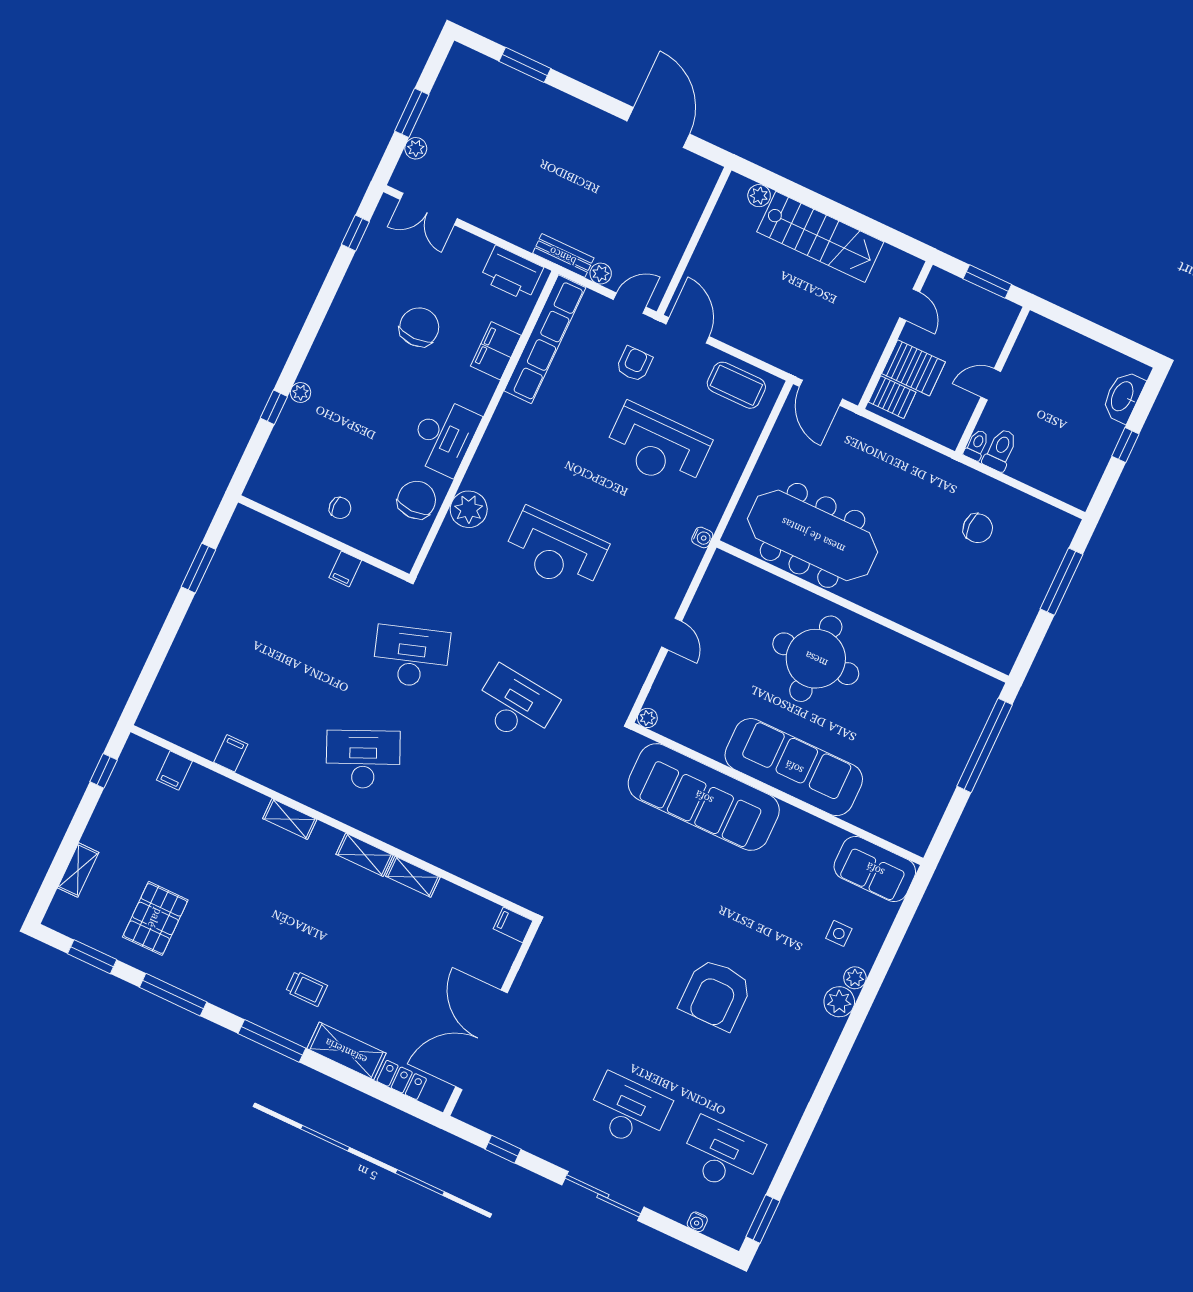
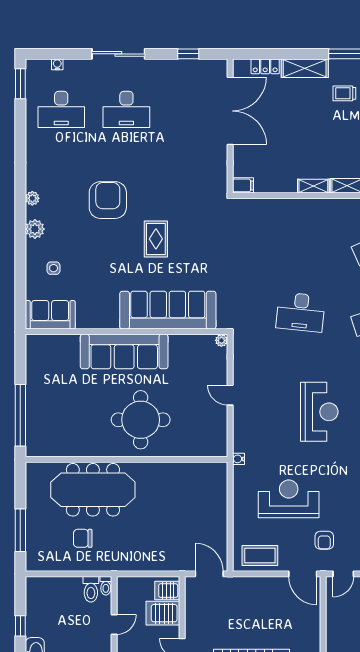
meeting table: (813, 535) -> (93, 490), moved
reception desk: (555, 551) -> (319, 412), turned 90
rug: (673, 907) -> (156, 239), added
plant: (855, 978) -> (32, 198), moved

